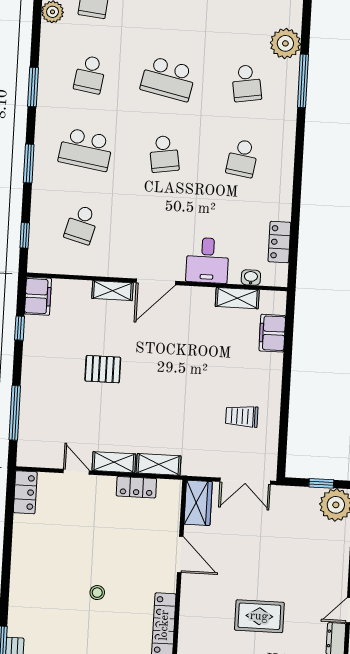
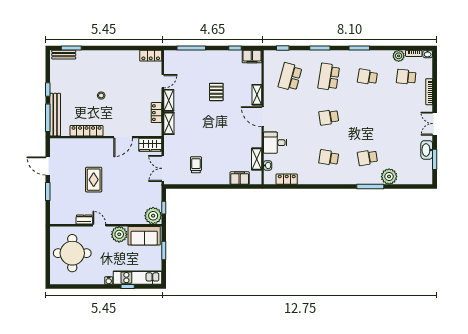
school desk: (168, 79) -> (367, 117), removed
school desk: (82, 225) -> (290, 77), width x1.85

